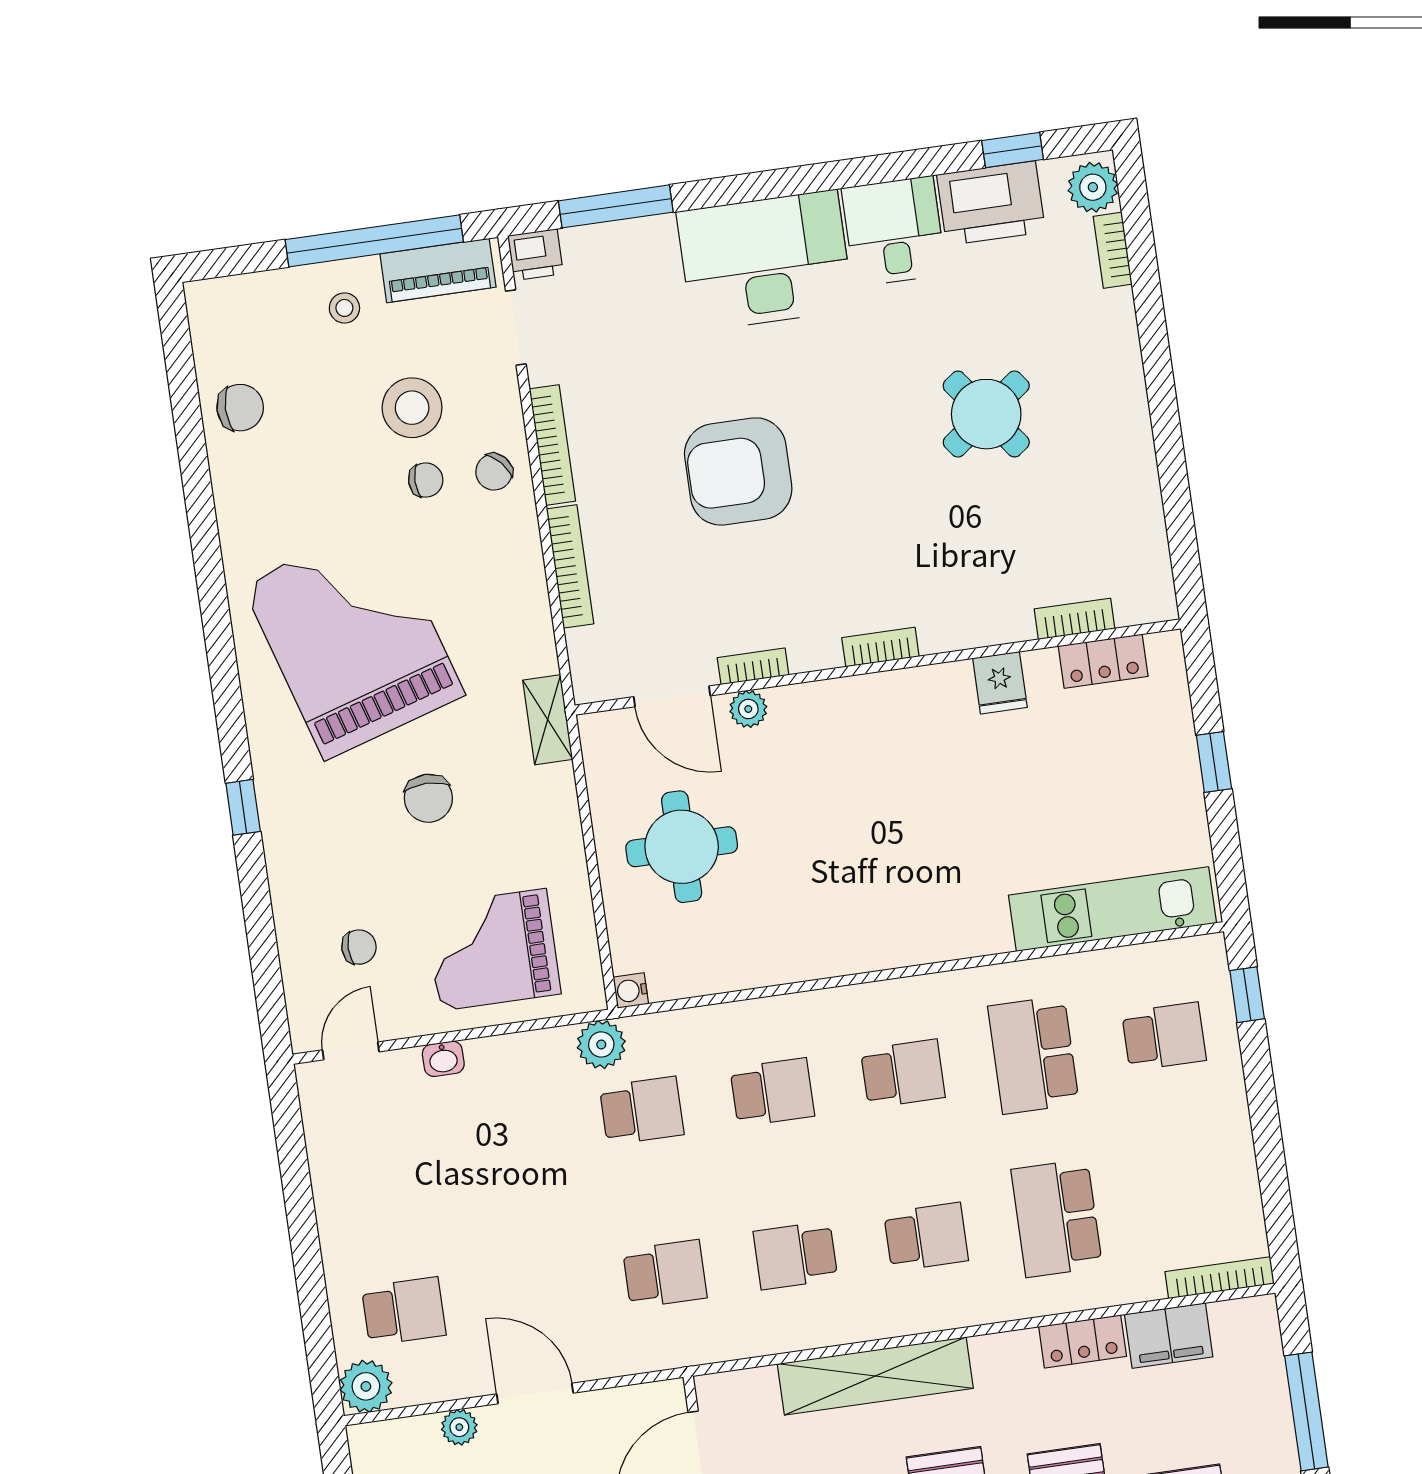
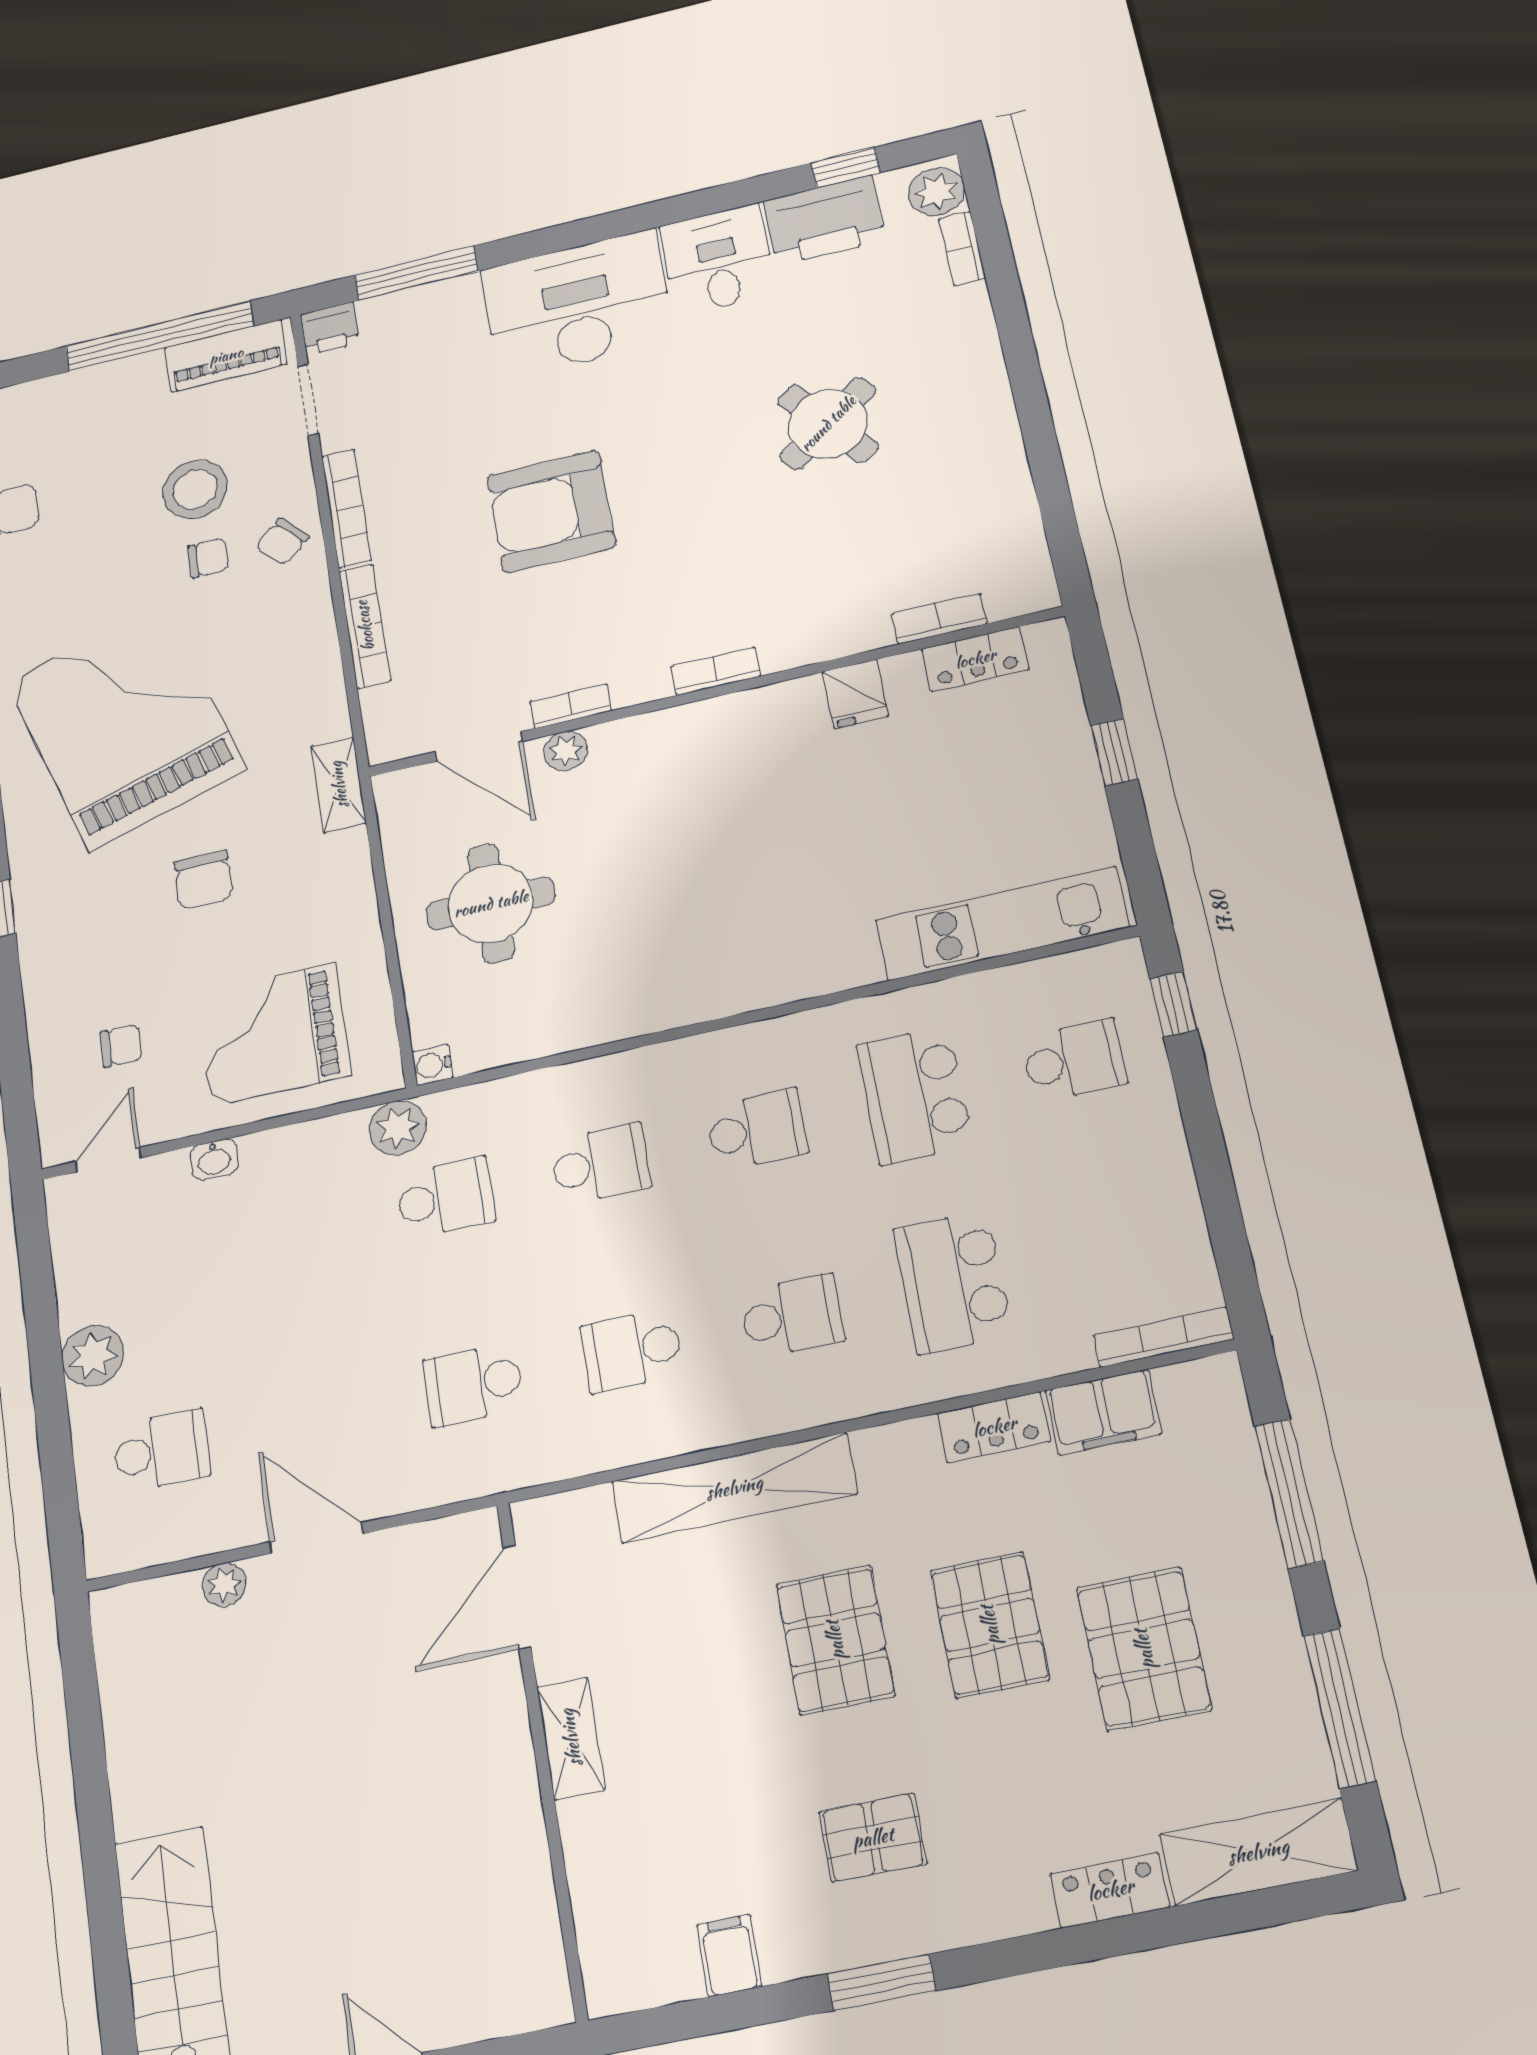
stool: (344, 308) -> (126, 403), removed
school desk: (665, 1274) -> (474, 1384), turned 180
plant: (366, 1386) -> (93, 1356), moved

